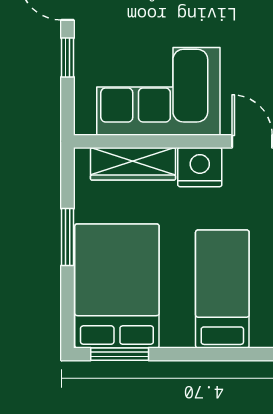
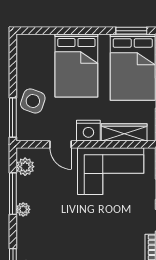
bed: (222, 289) -> (76, 66), width x1.50

